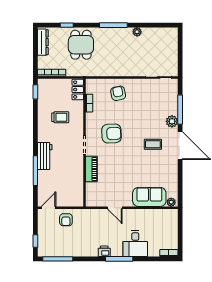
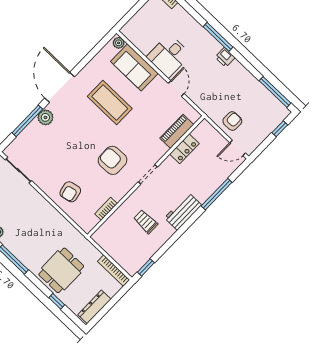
locker: (78, 90) -> (184, 149), moved
coffee table: (153, 144) -> (110, 103), moved, width x1.86, depth x1.72
workbench: (45, 156) -> (183, 212), moved
piano: (91, 169) -> (177, 131), moved
desk: (135, 244) -> (169, 56), moved, turned 180

